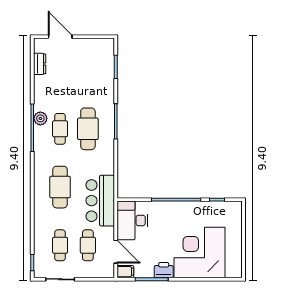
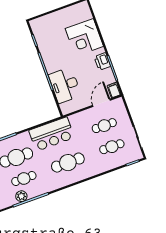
bar counter: (100, 201) -> (52, 134), moved
desk: (132, 220) -> (65, 85), moved, turned 90
corner desk: (199, 253) -> (84, 37), width x0.74, depth x0.74

